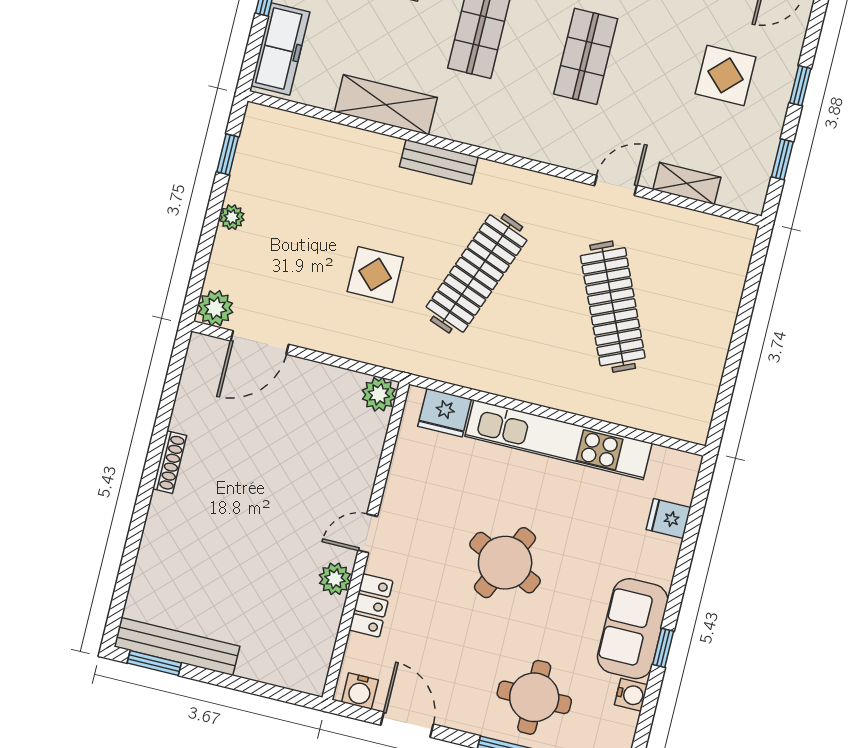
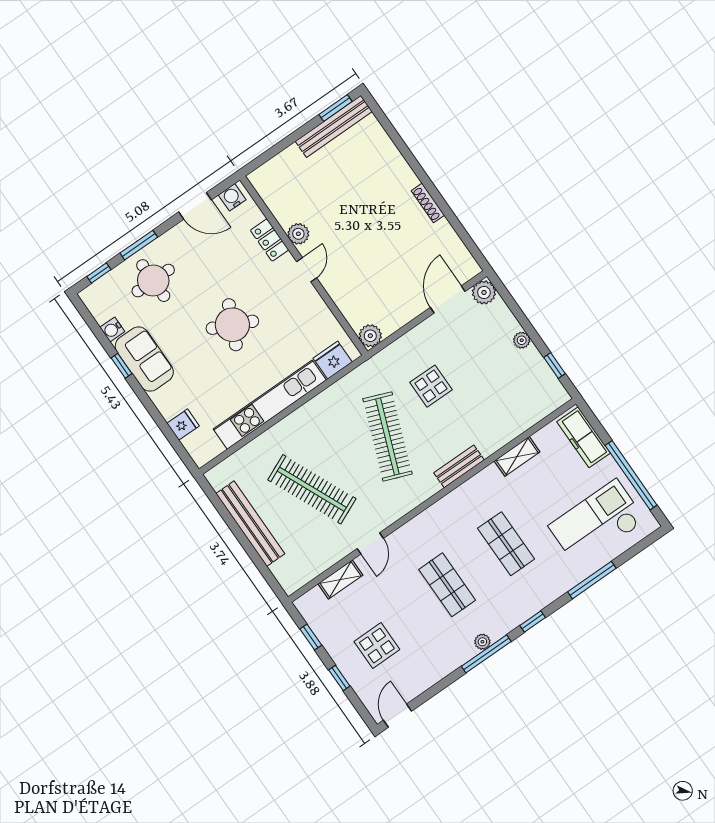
shelving: (386, 105) -> (517, 456), width x0.67, depth x0.75
bench: (714, 342) -> (250, 524), added

